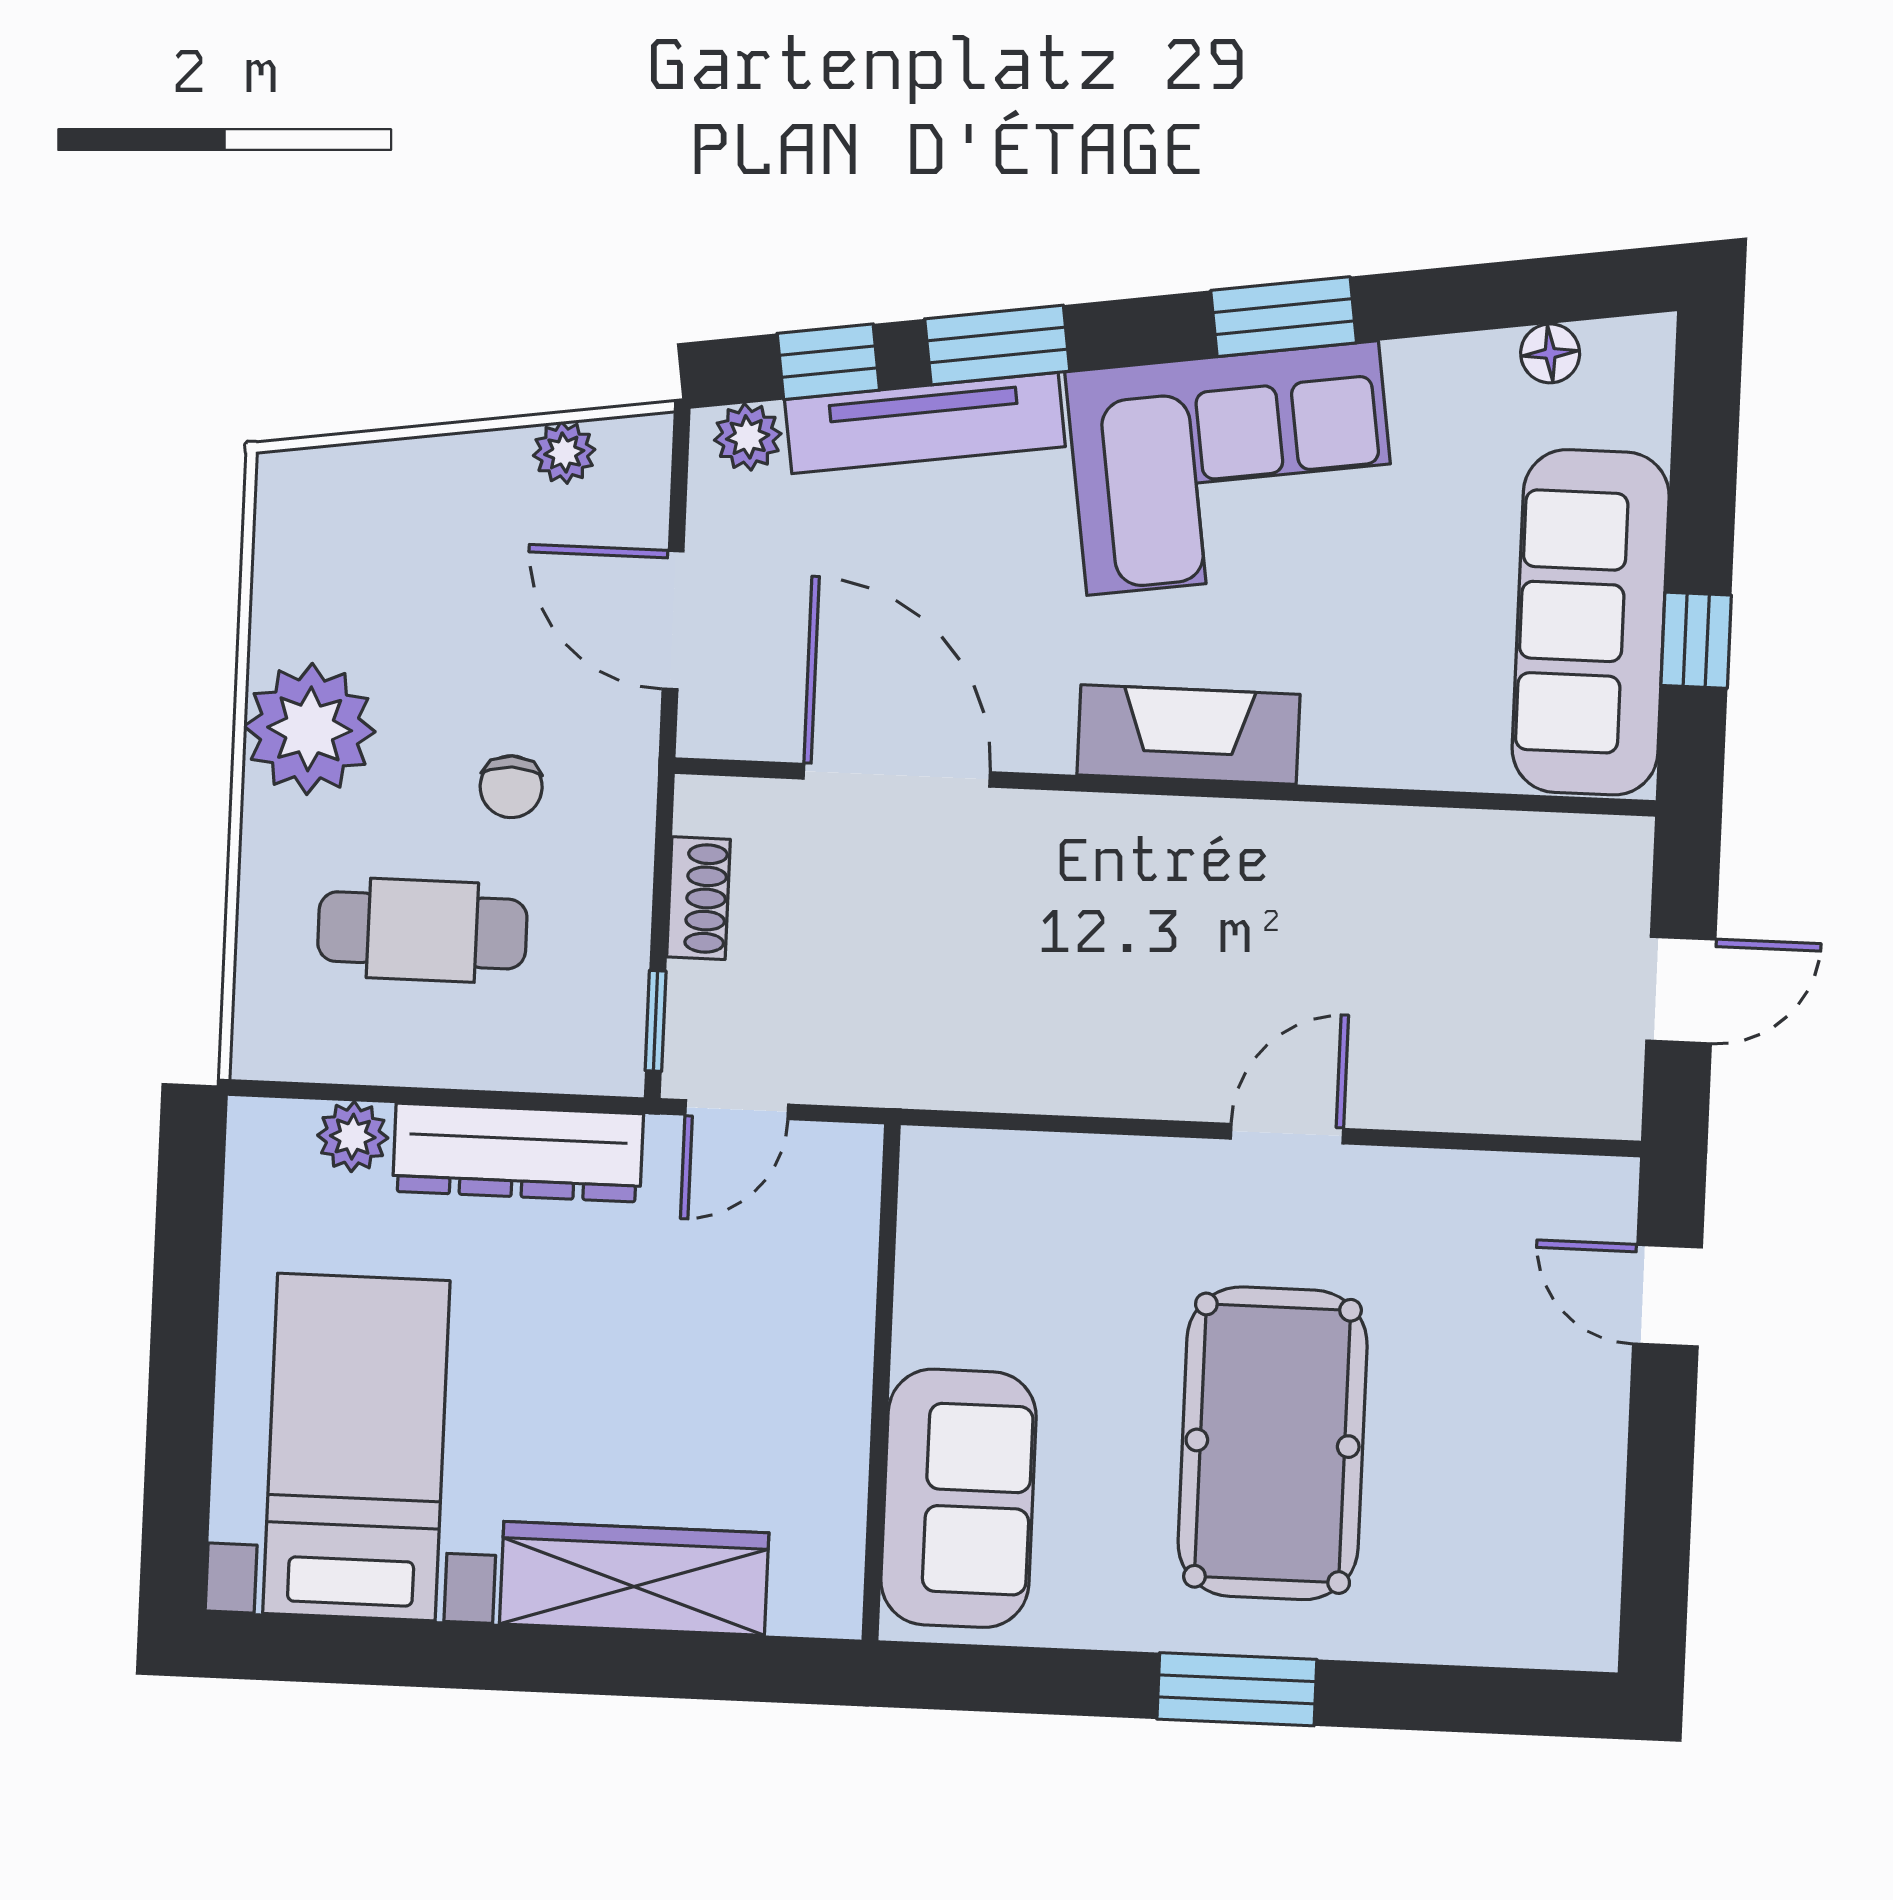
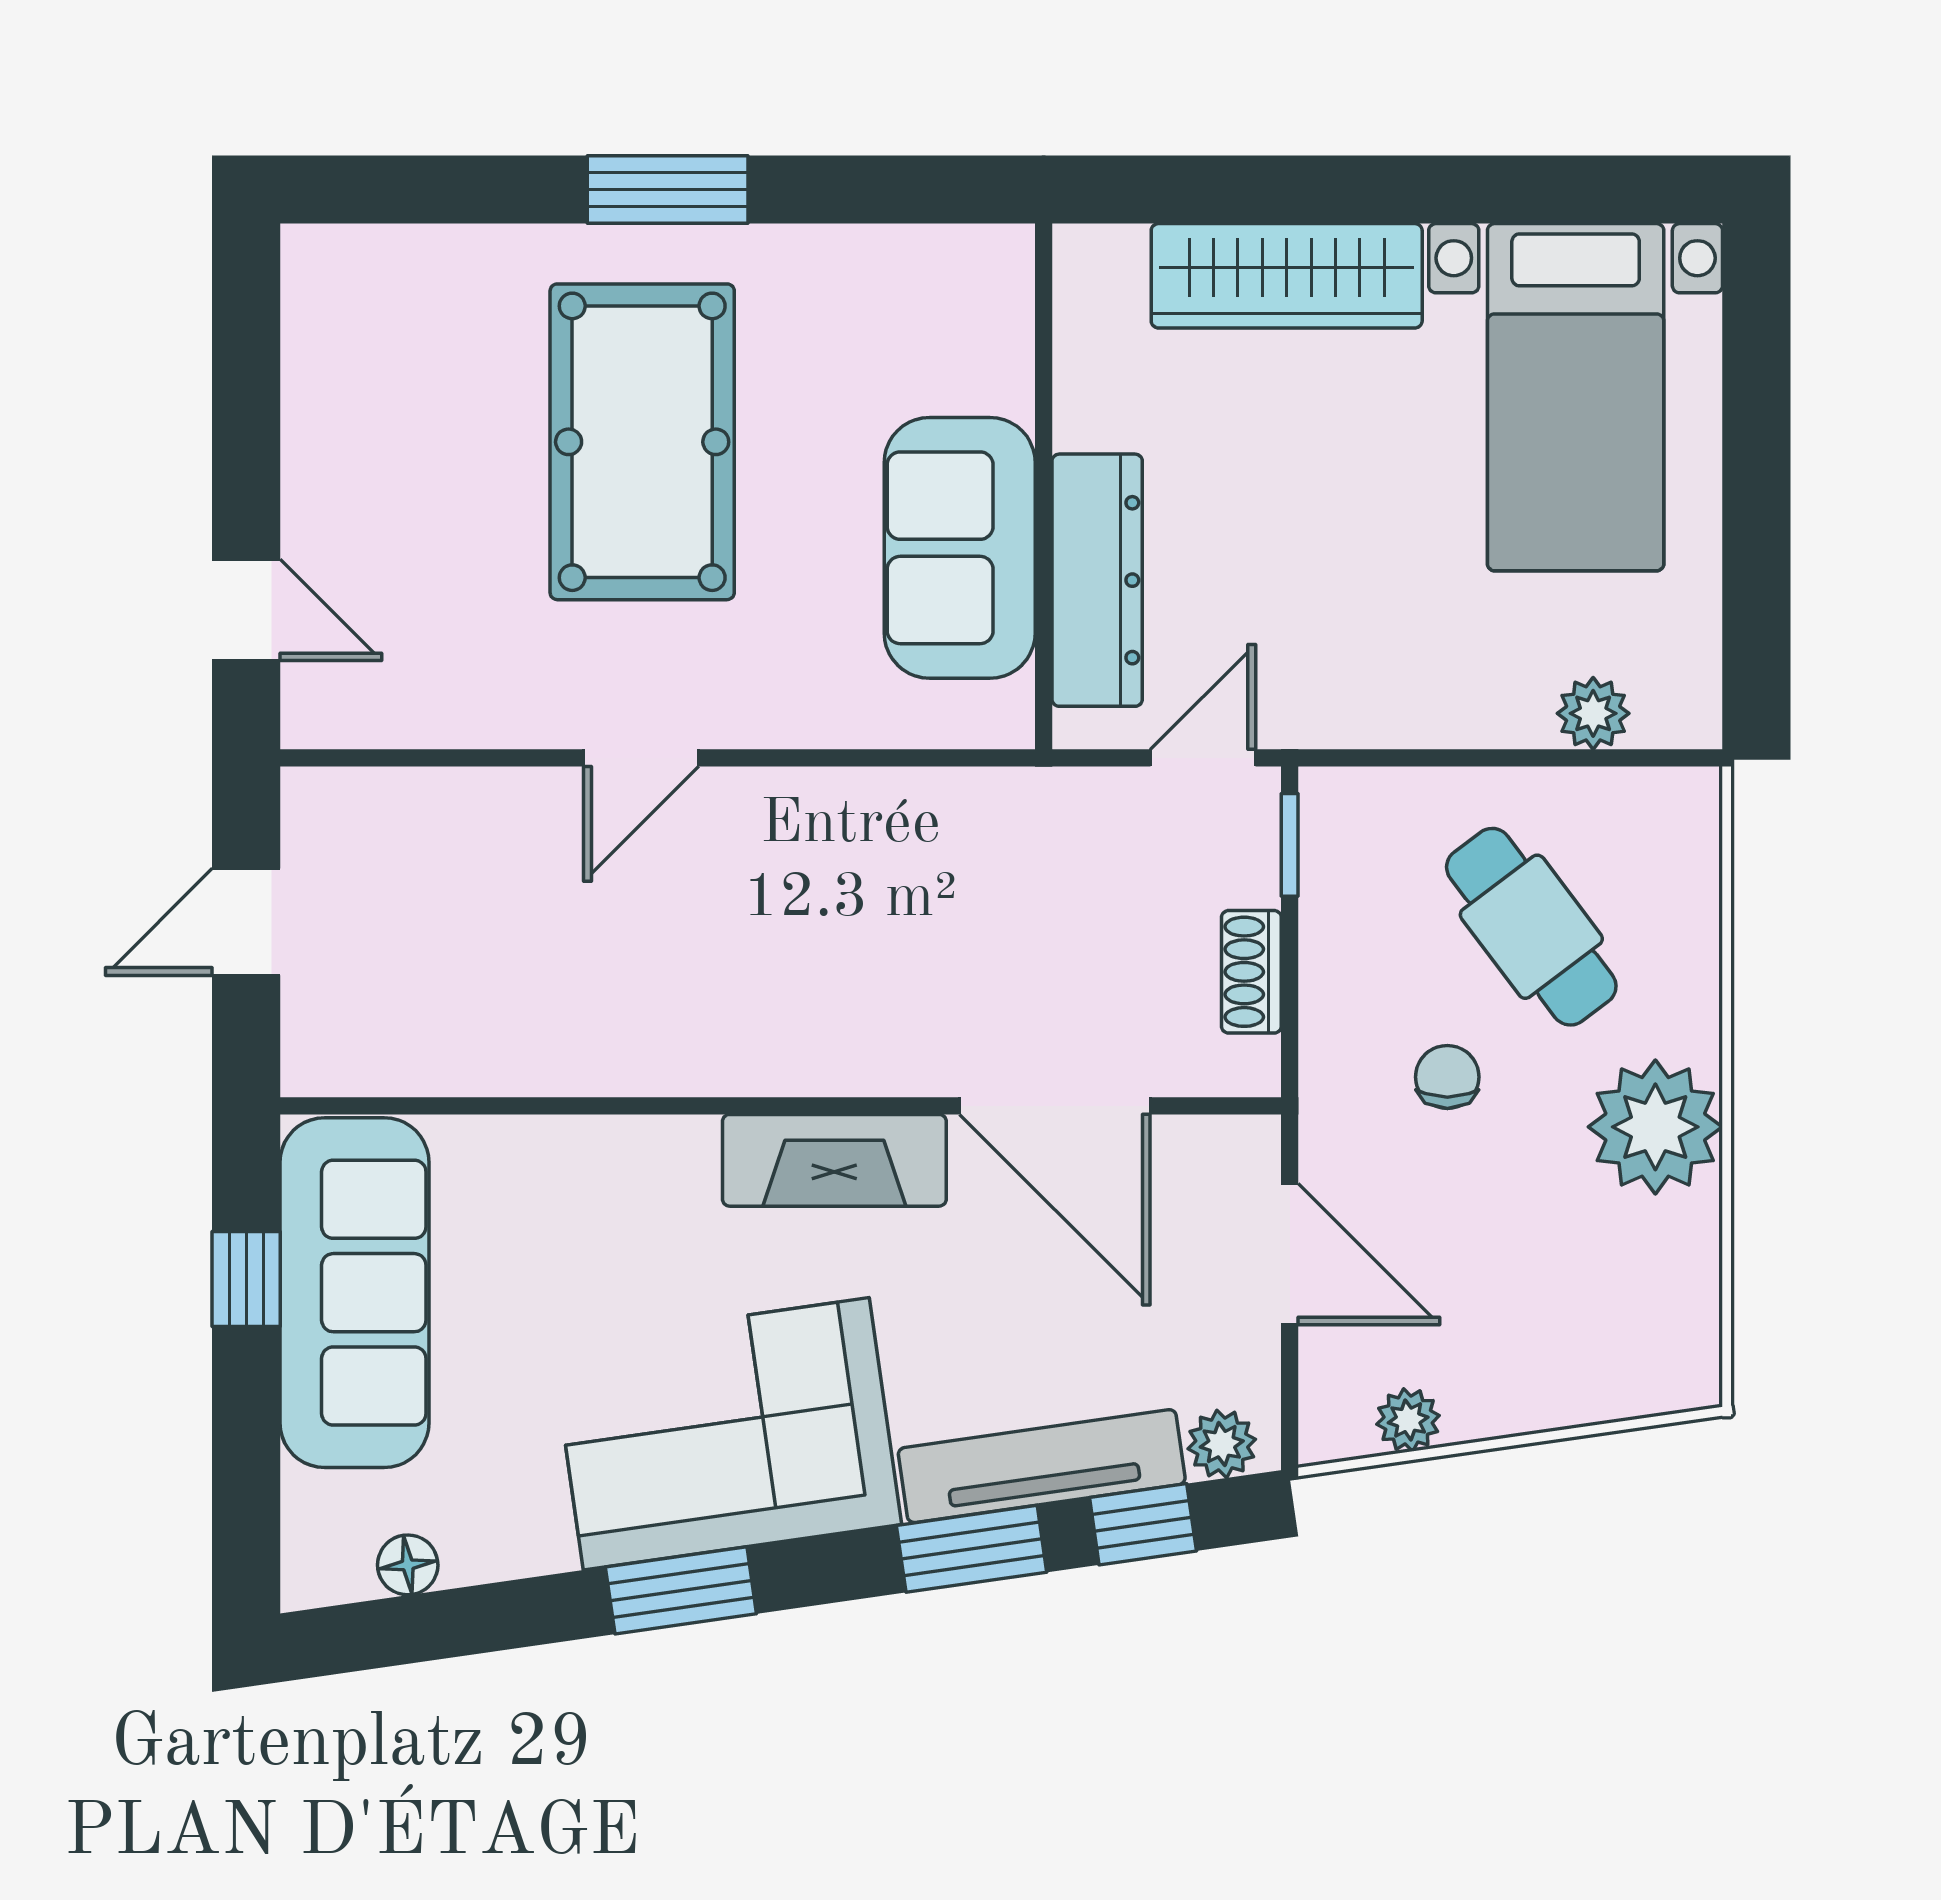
fireplace: (1188, 735) -> (834, 1160), moved
cafe table: (422, 930) -> (1531, 927), turned 53
dresser: (518, 1153) -> (1097, 580), moved, turned 90
sofa: (958, 1498) -> (960, 548), moved

